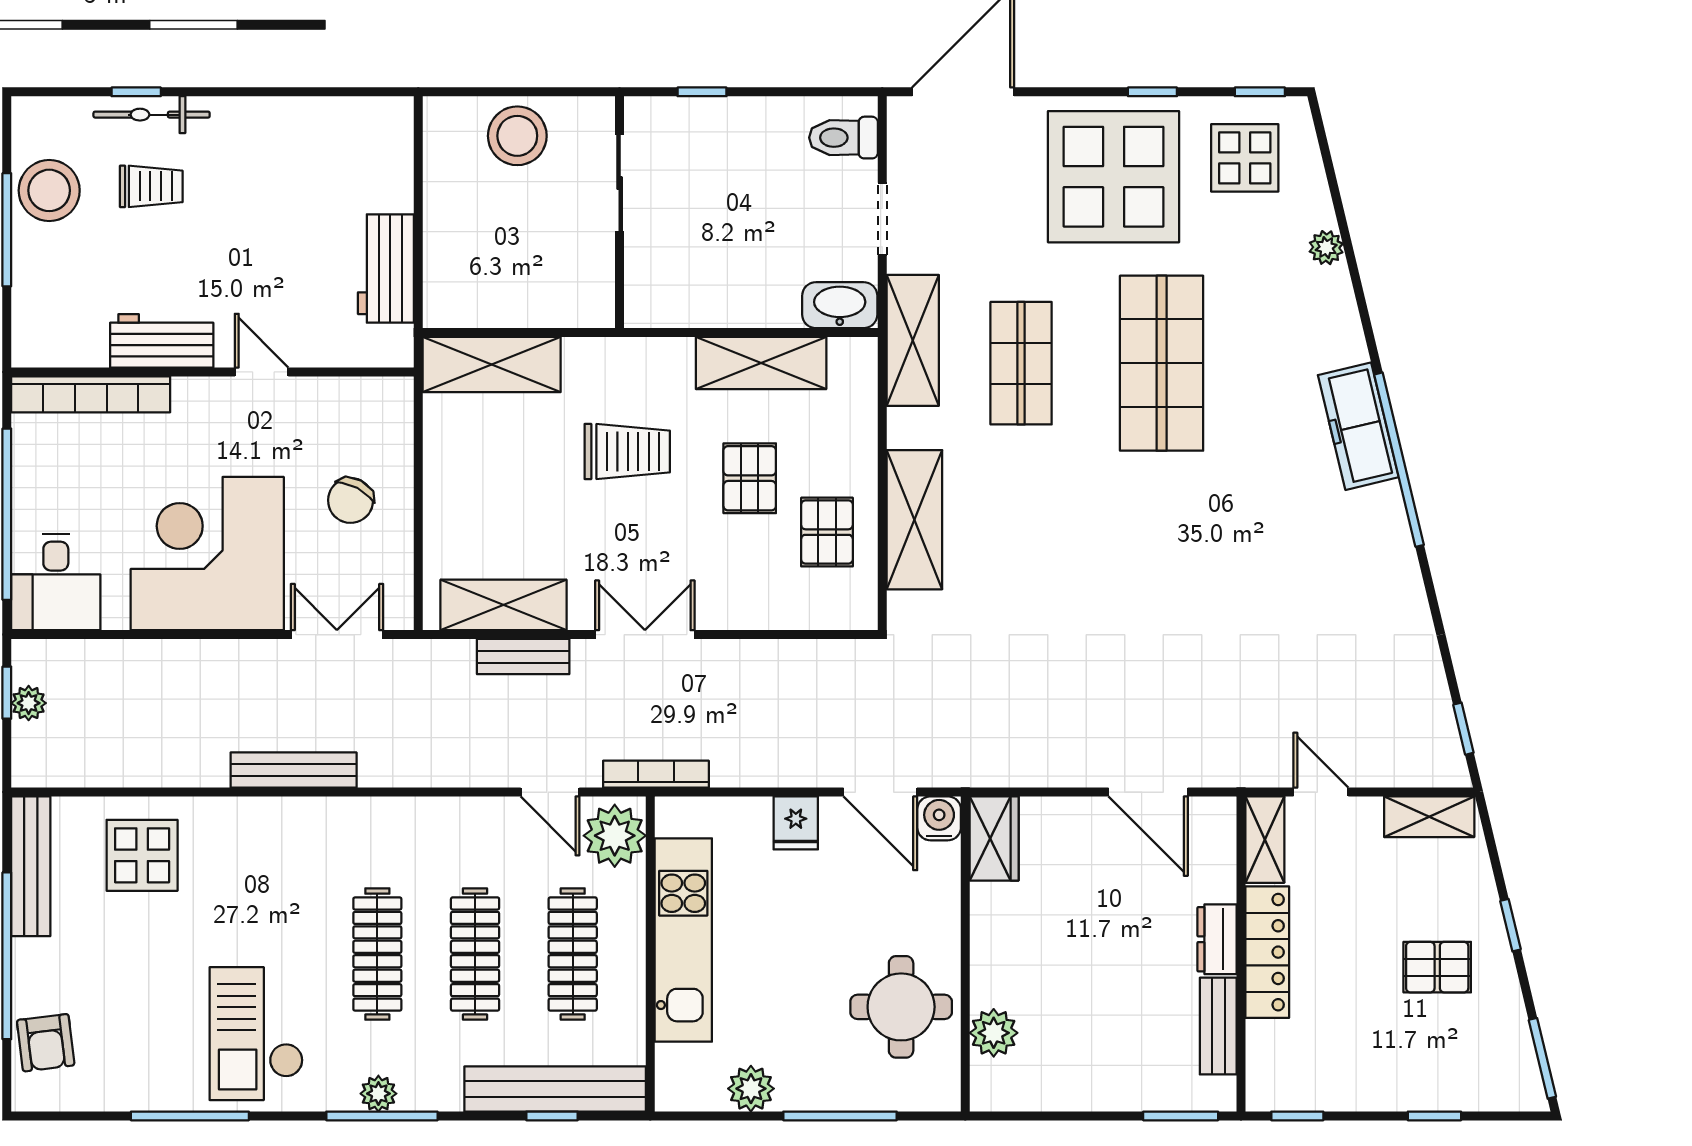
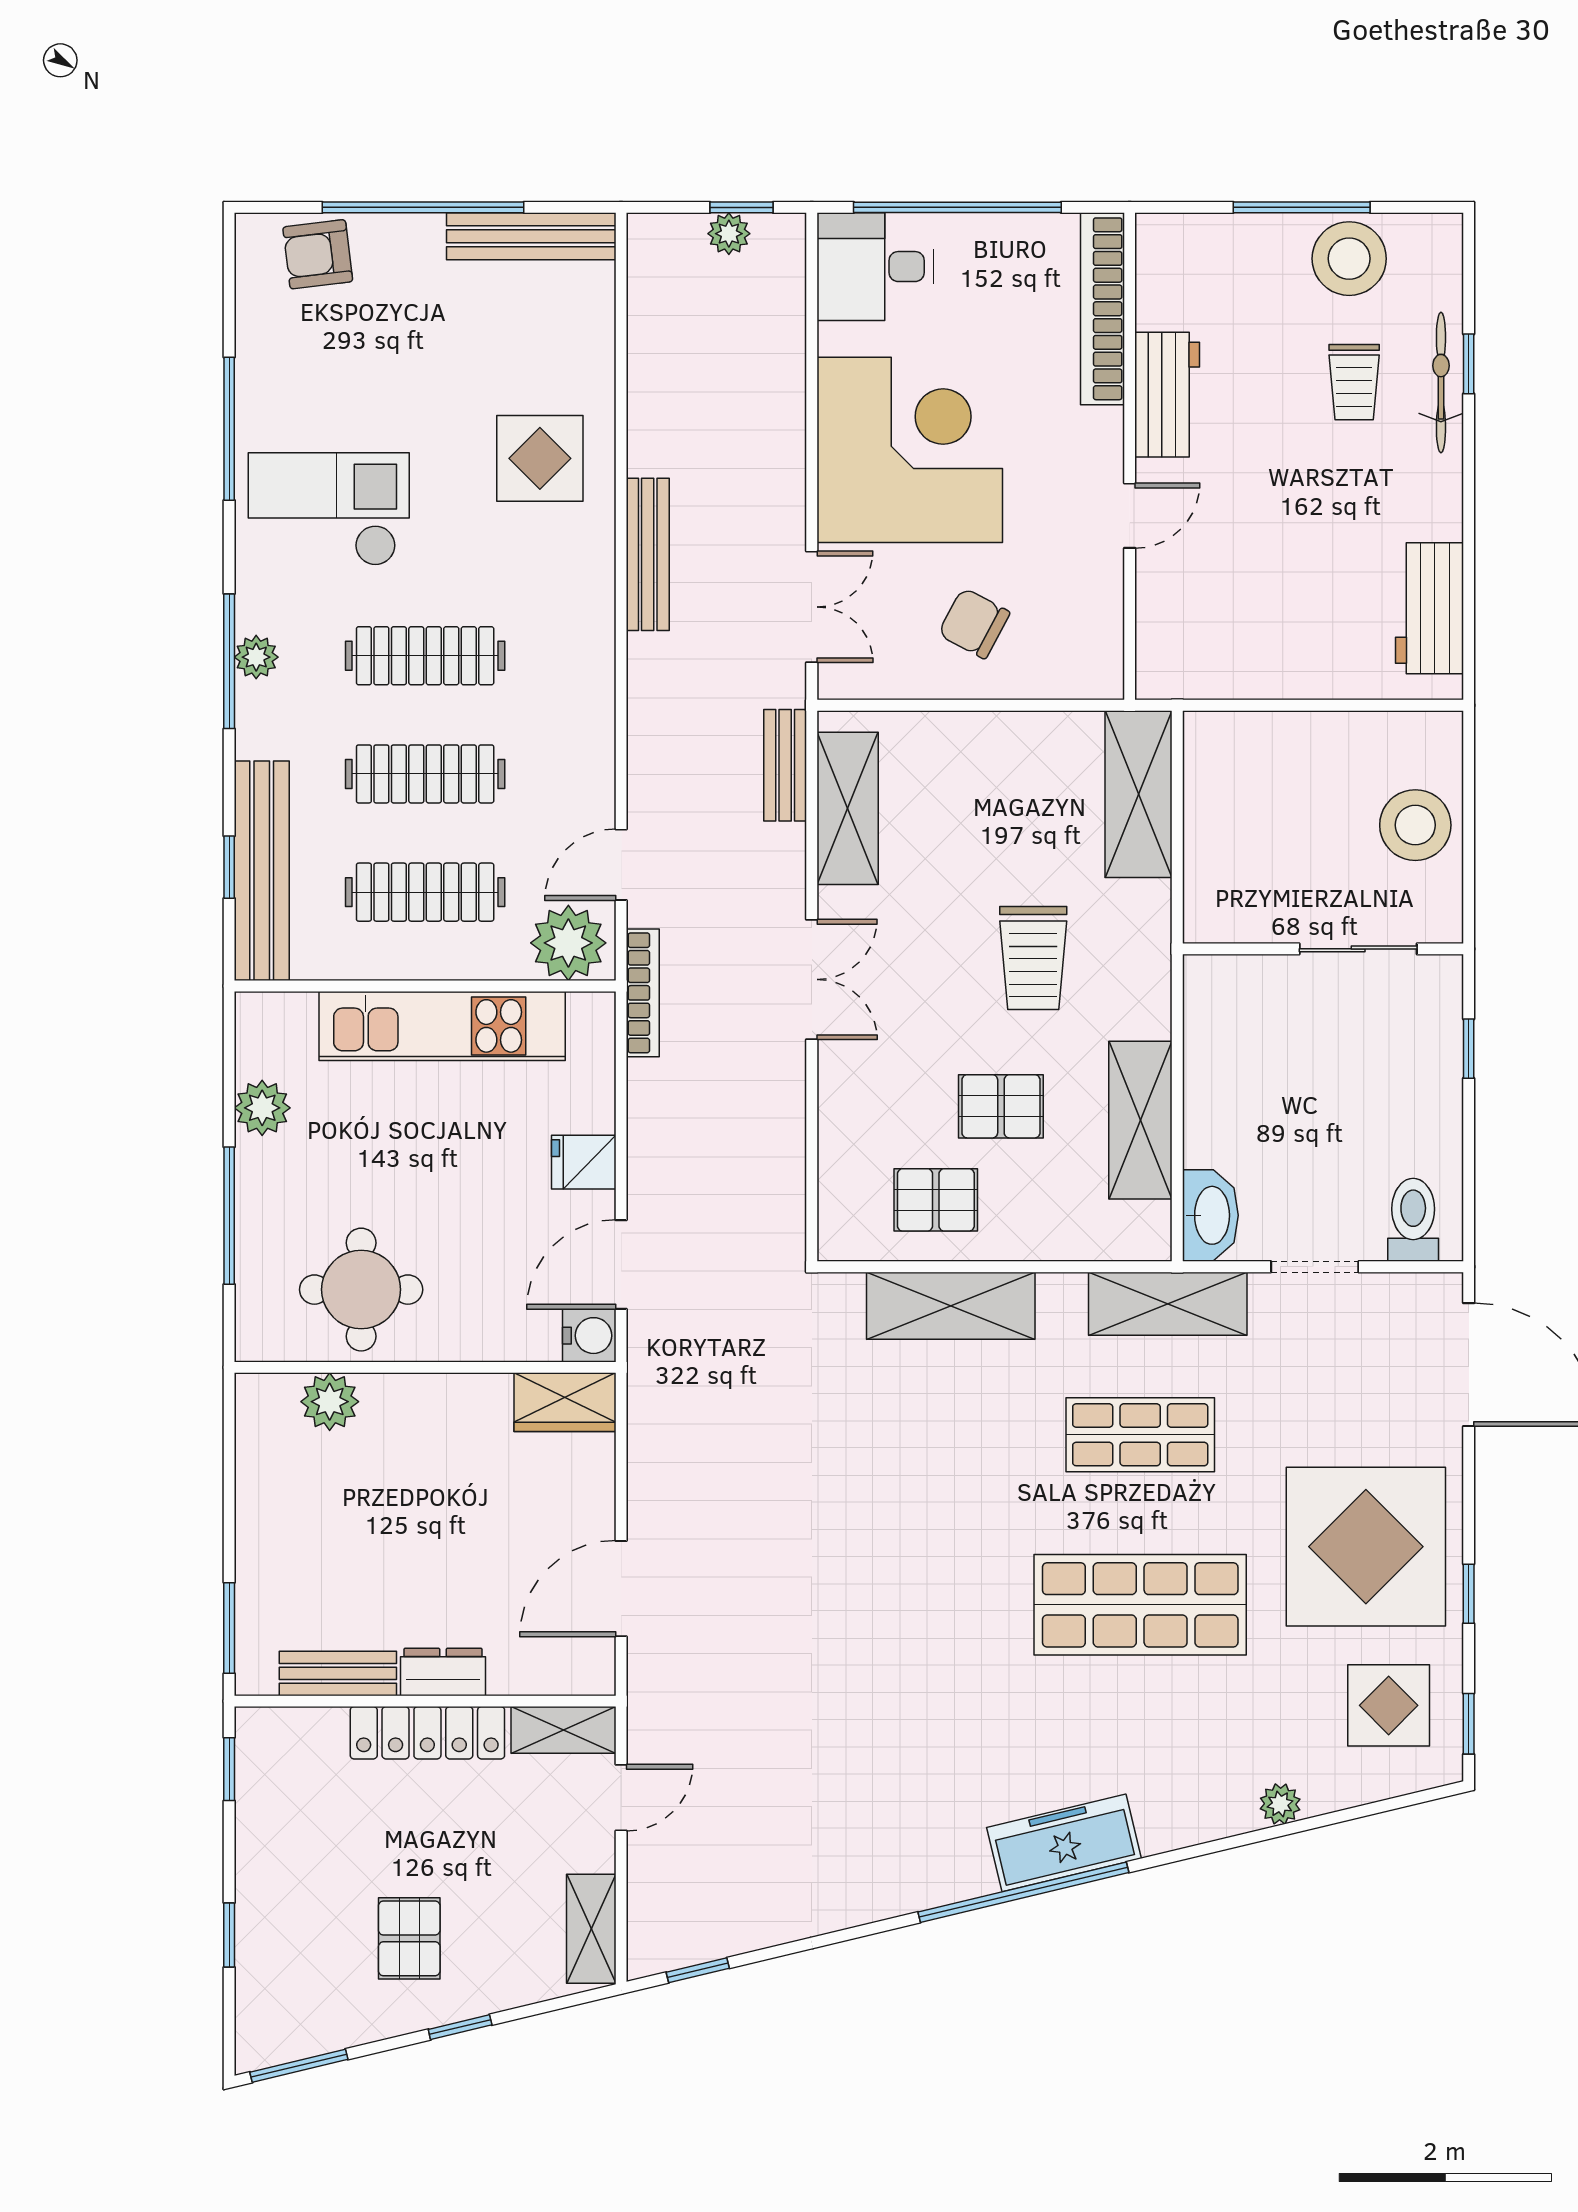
workbench: (386, 269) -> (1429, 608), moved, turned -90
bench: (523, 657) -> (785, 765), moved
display table: (142, 855) -> (540, 458), moved

